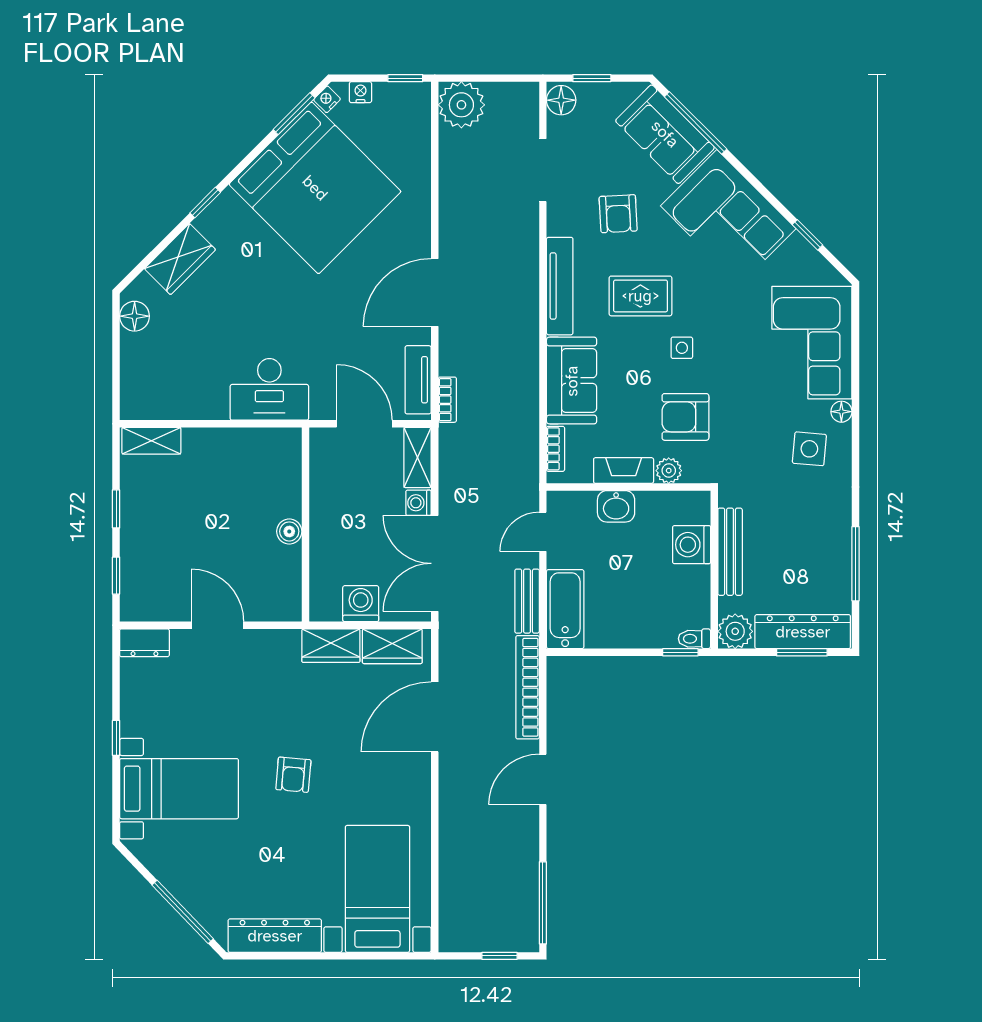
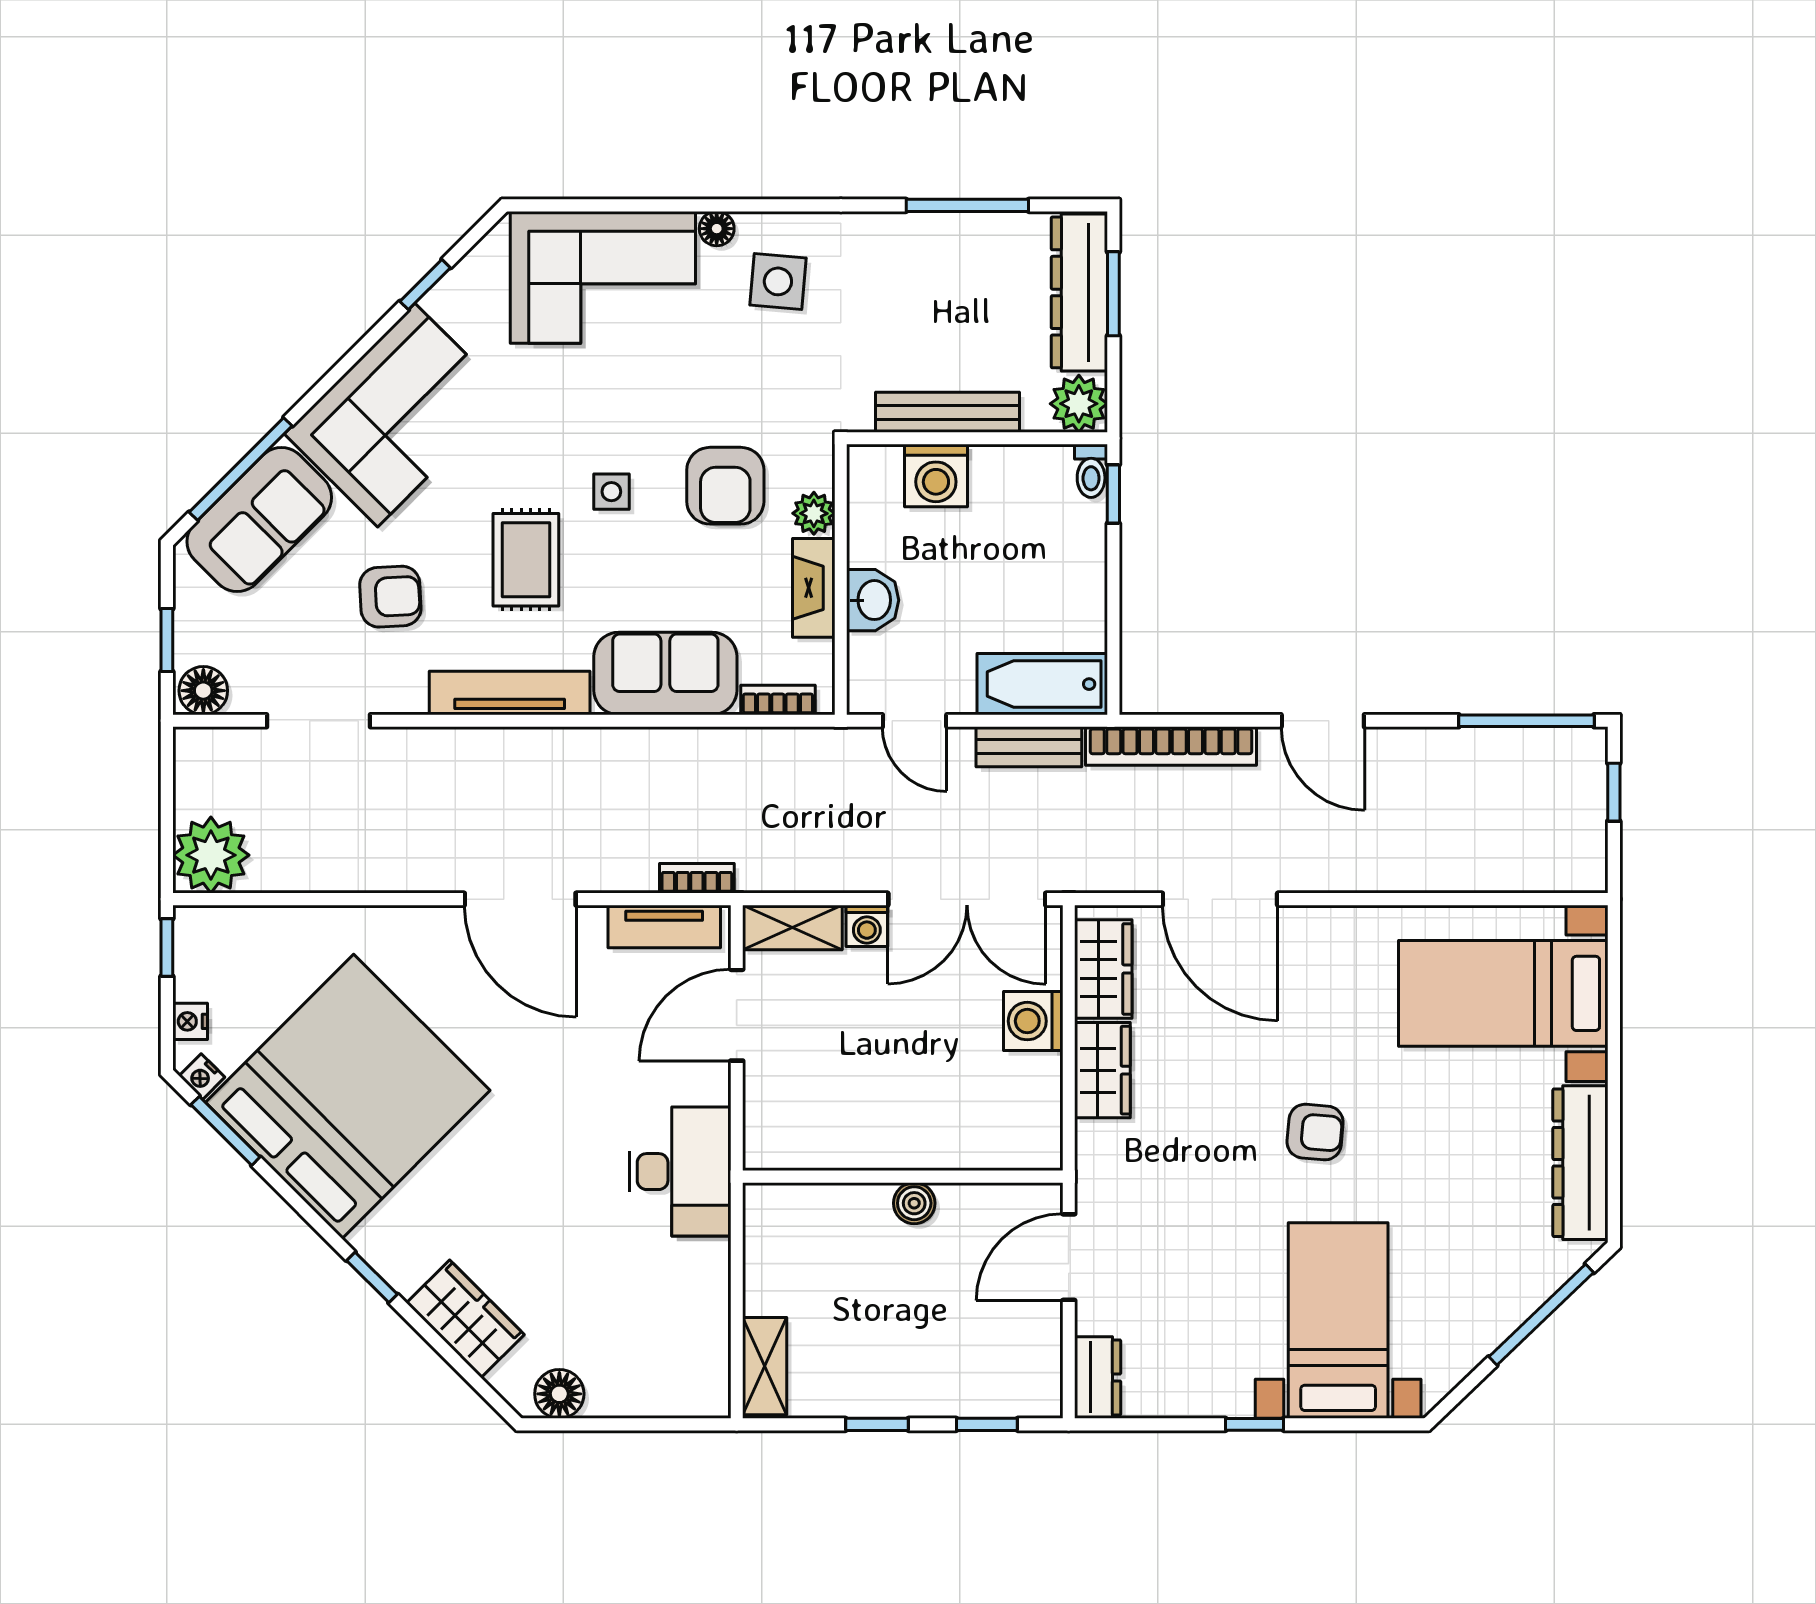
wall: (305, 525) -> (903, 1177), moved
boiler: (289, 531) -> (914, 1203), moved

